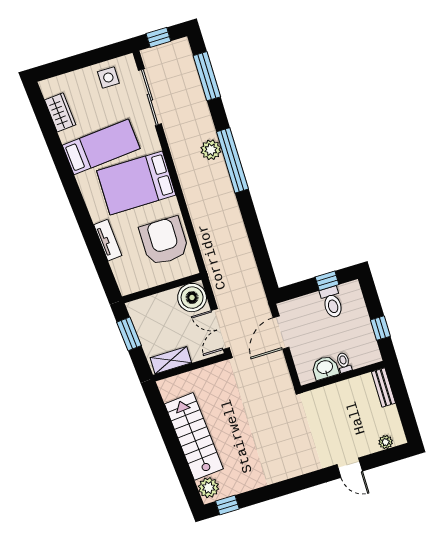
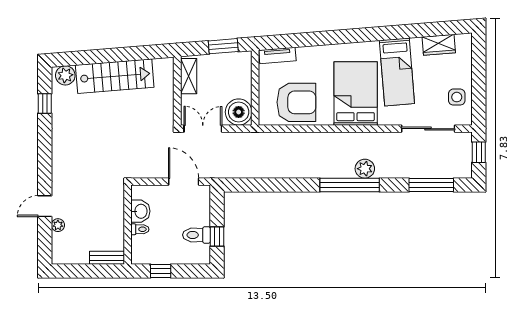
tv unit: (108, 240) -> (277, 55), moved
plant: (386, 442) -> (58, 225), moved
window: (227, 505) -> (45, 103), moved

